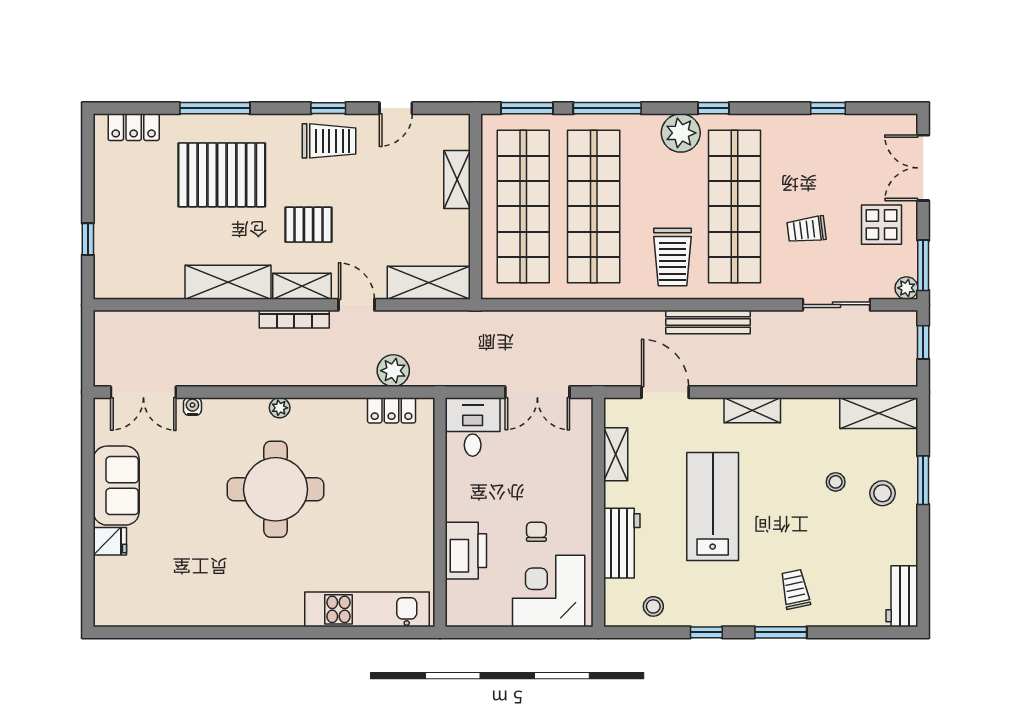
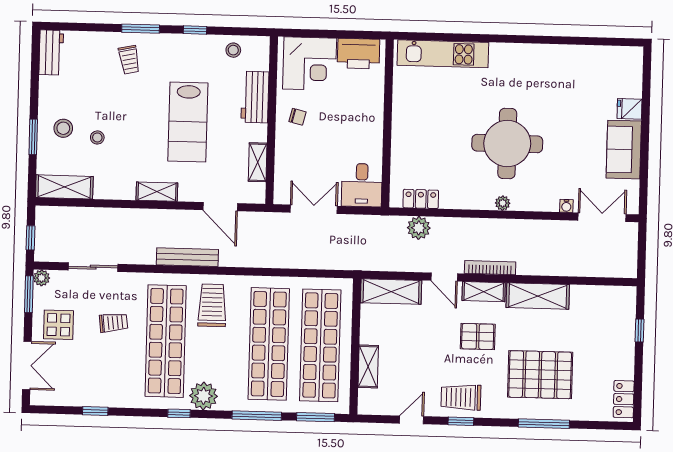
locker: (134, 127) -> (624, 399), moved, turned -90
chair: (536, 532) -> (298, 117), moved, turned -76
printer: (466, 551) -> (359, 54), moved, turned -90

